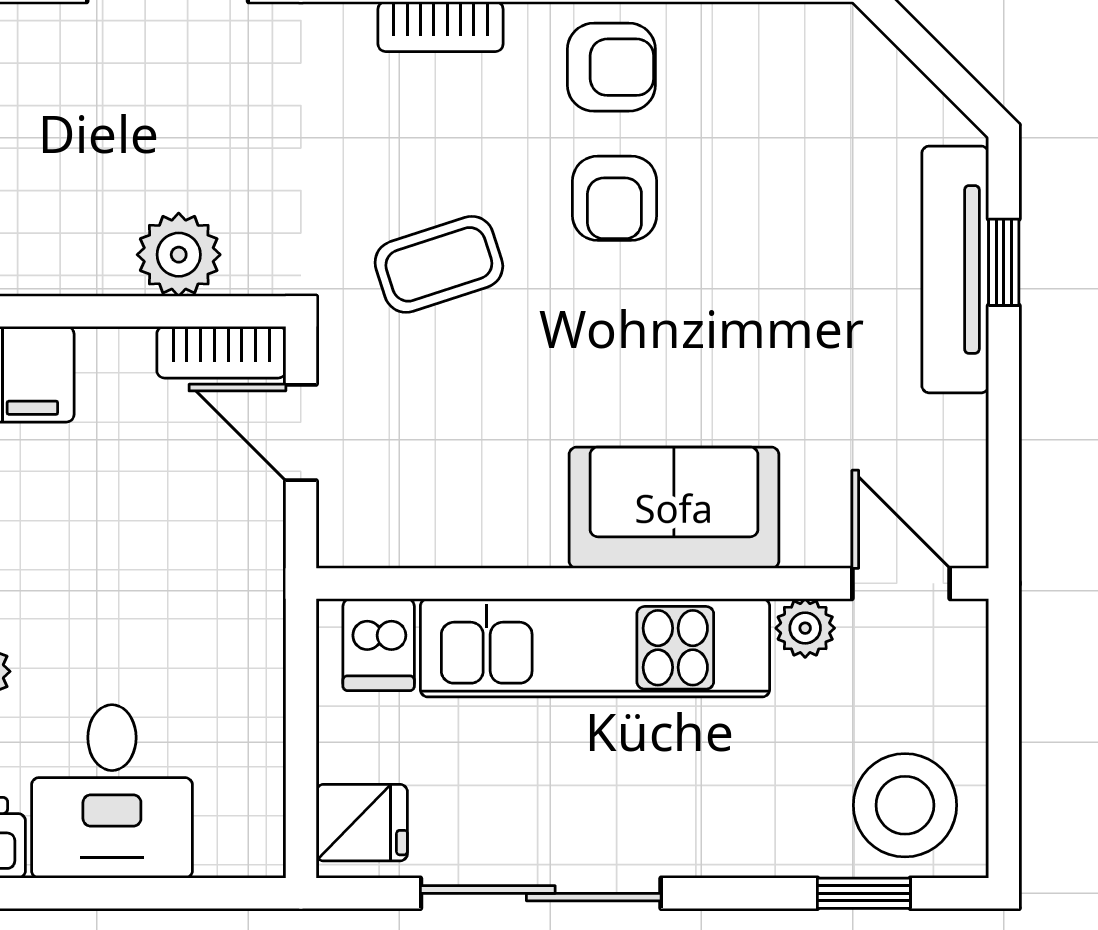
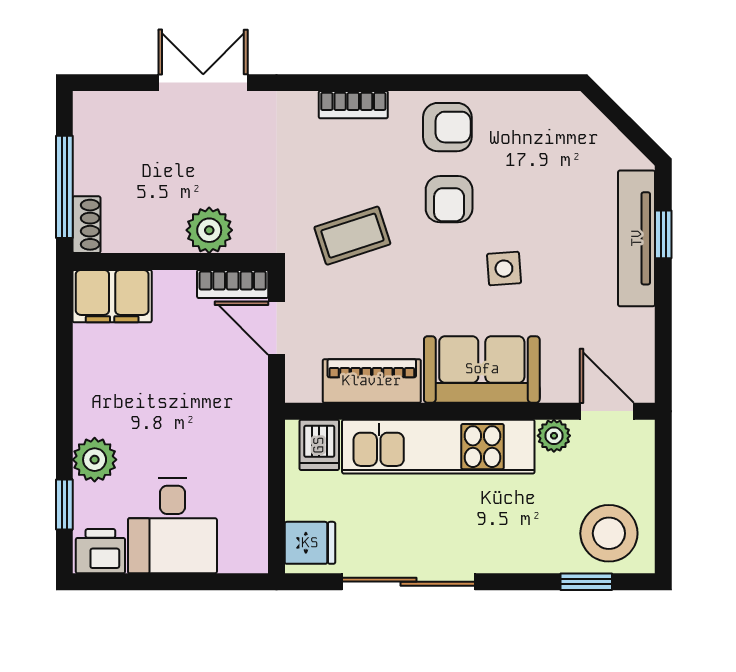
side table: (714, 324) -> (504, 269), added
piano: (474, 529) -> (372, 381), added

